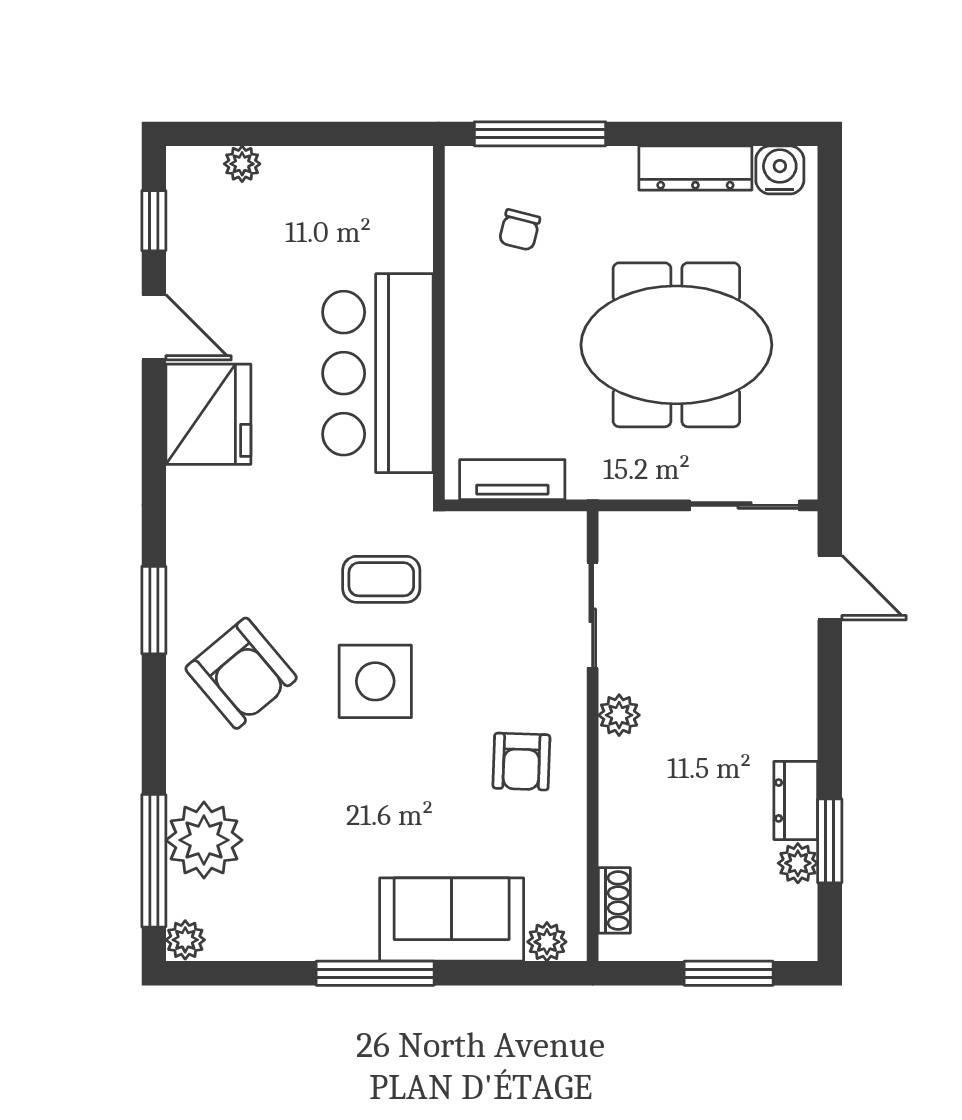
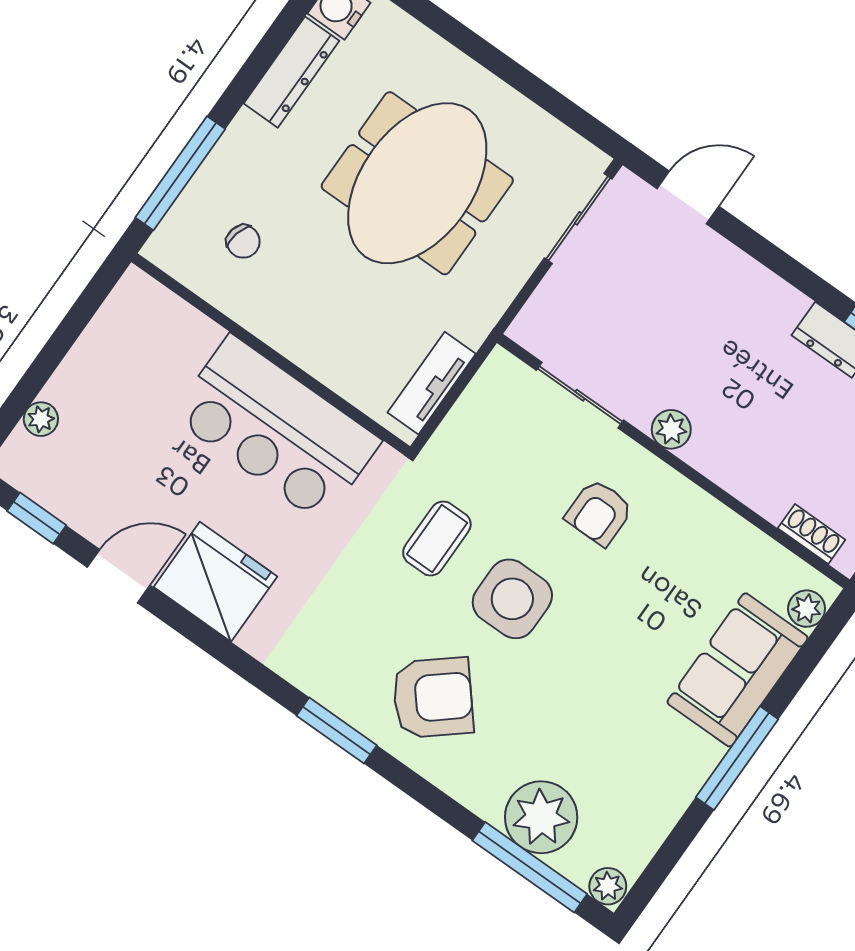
armchair: (521, 762) -> (599, 512), moved, turned 88

